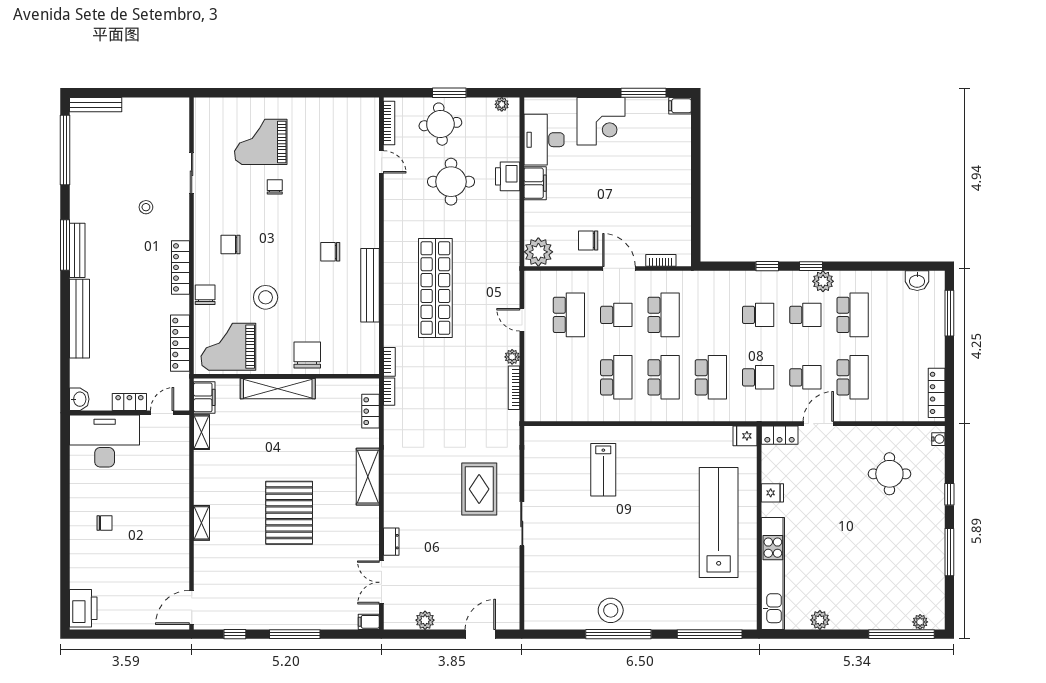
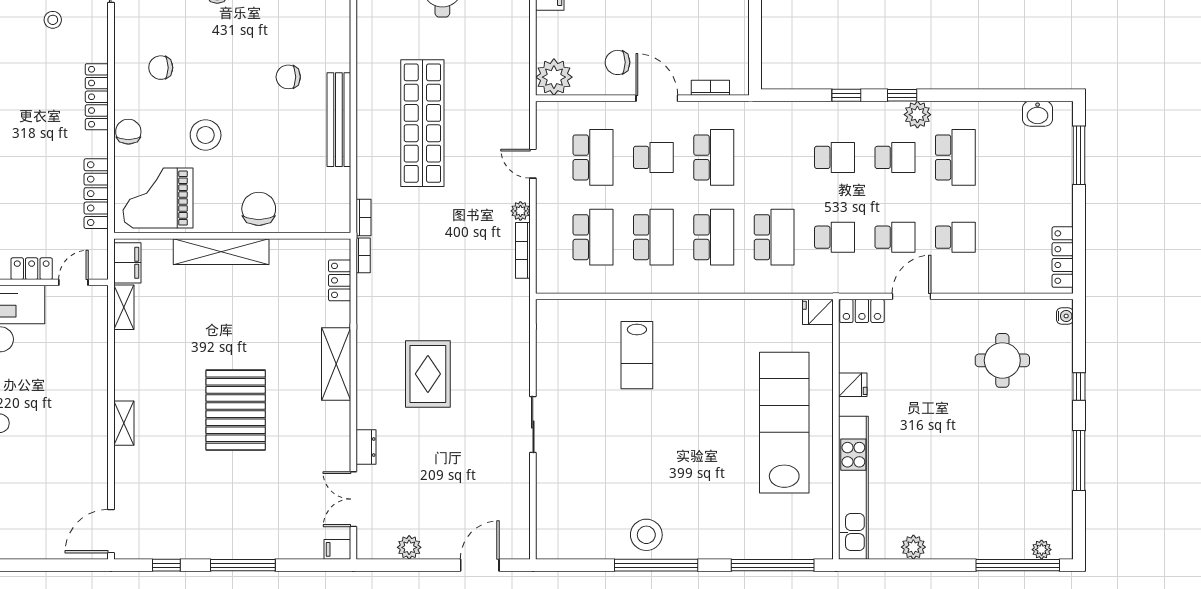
school desk: (569, 377) -> (593, 237), added
school desk: (853, 377) -> (955, 237), width x0.54
rug: (479, 489) -> (428, 374), moved

